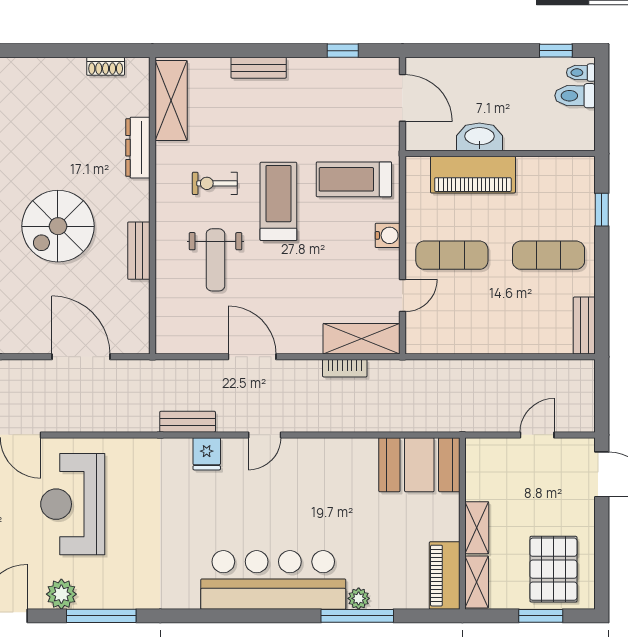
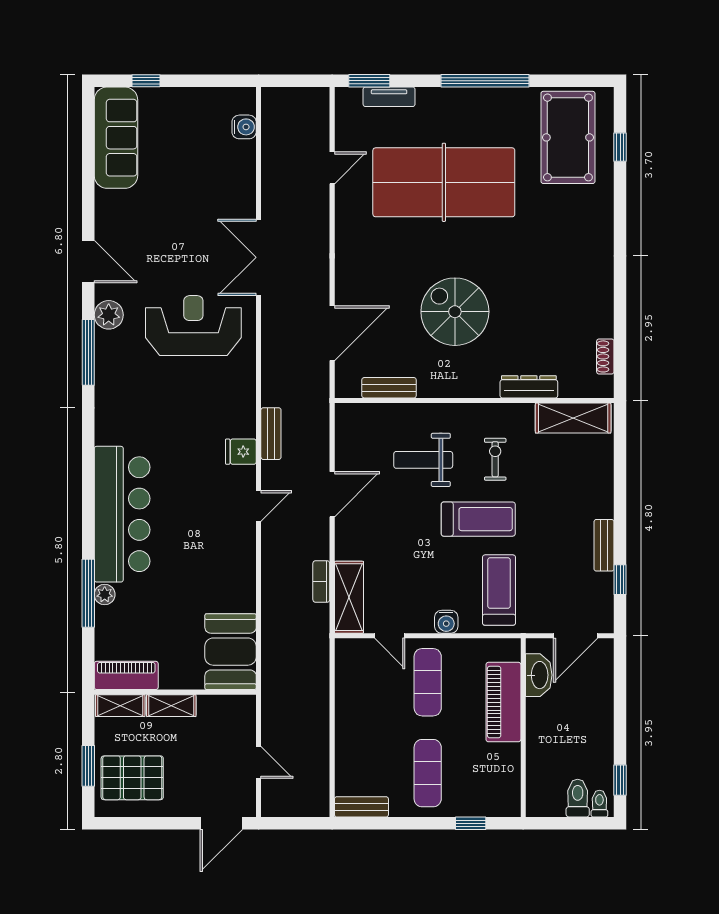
bench: (259, 68) -> (604, 545), moved
washbasin: (479, 137) -> (539, 675), moved
bench: (139, 251) -> (389, 388), moved
door: (265, 435) -> (259, 506), swing flipped

